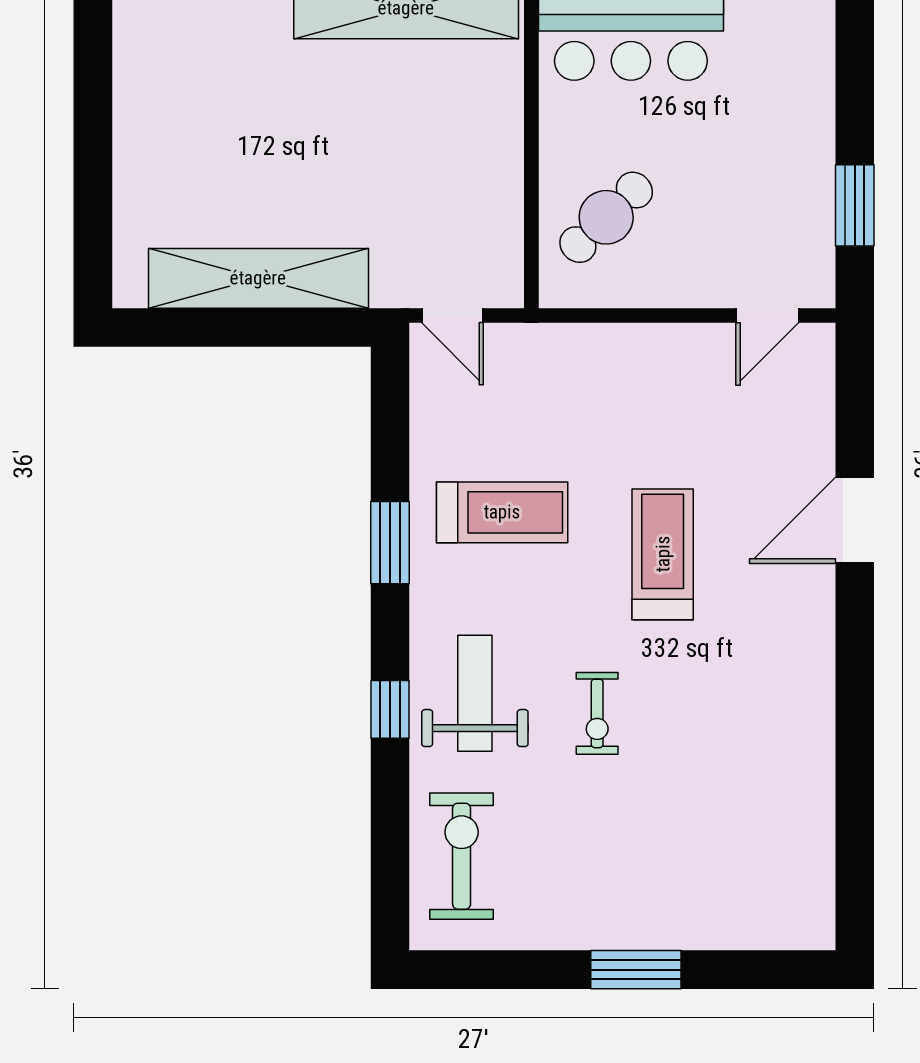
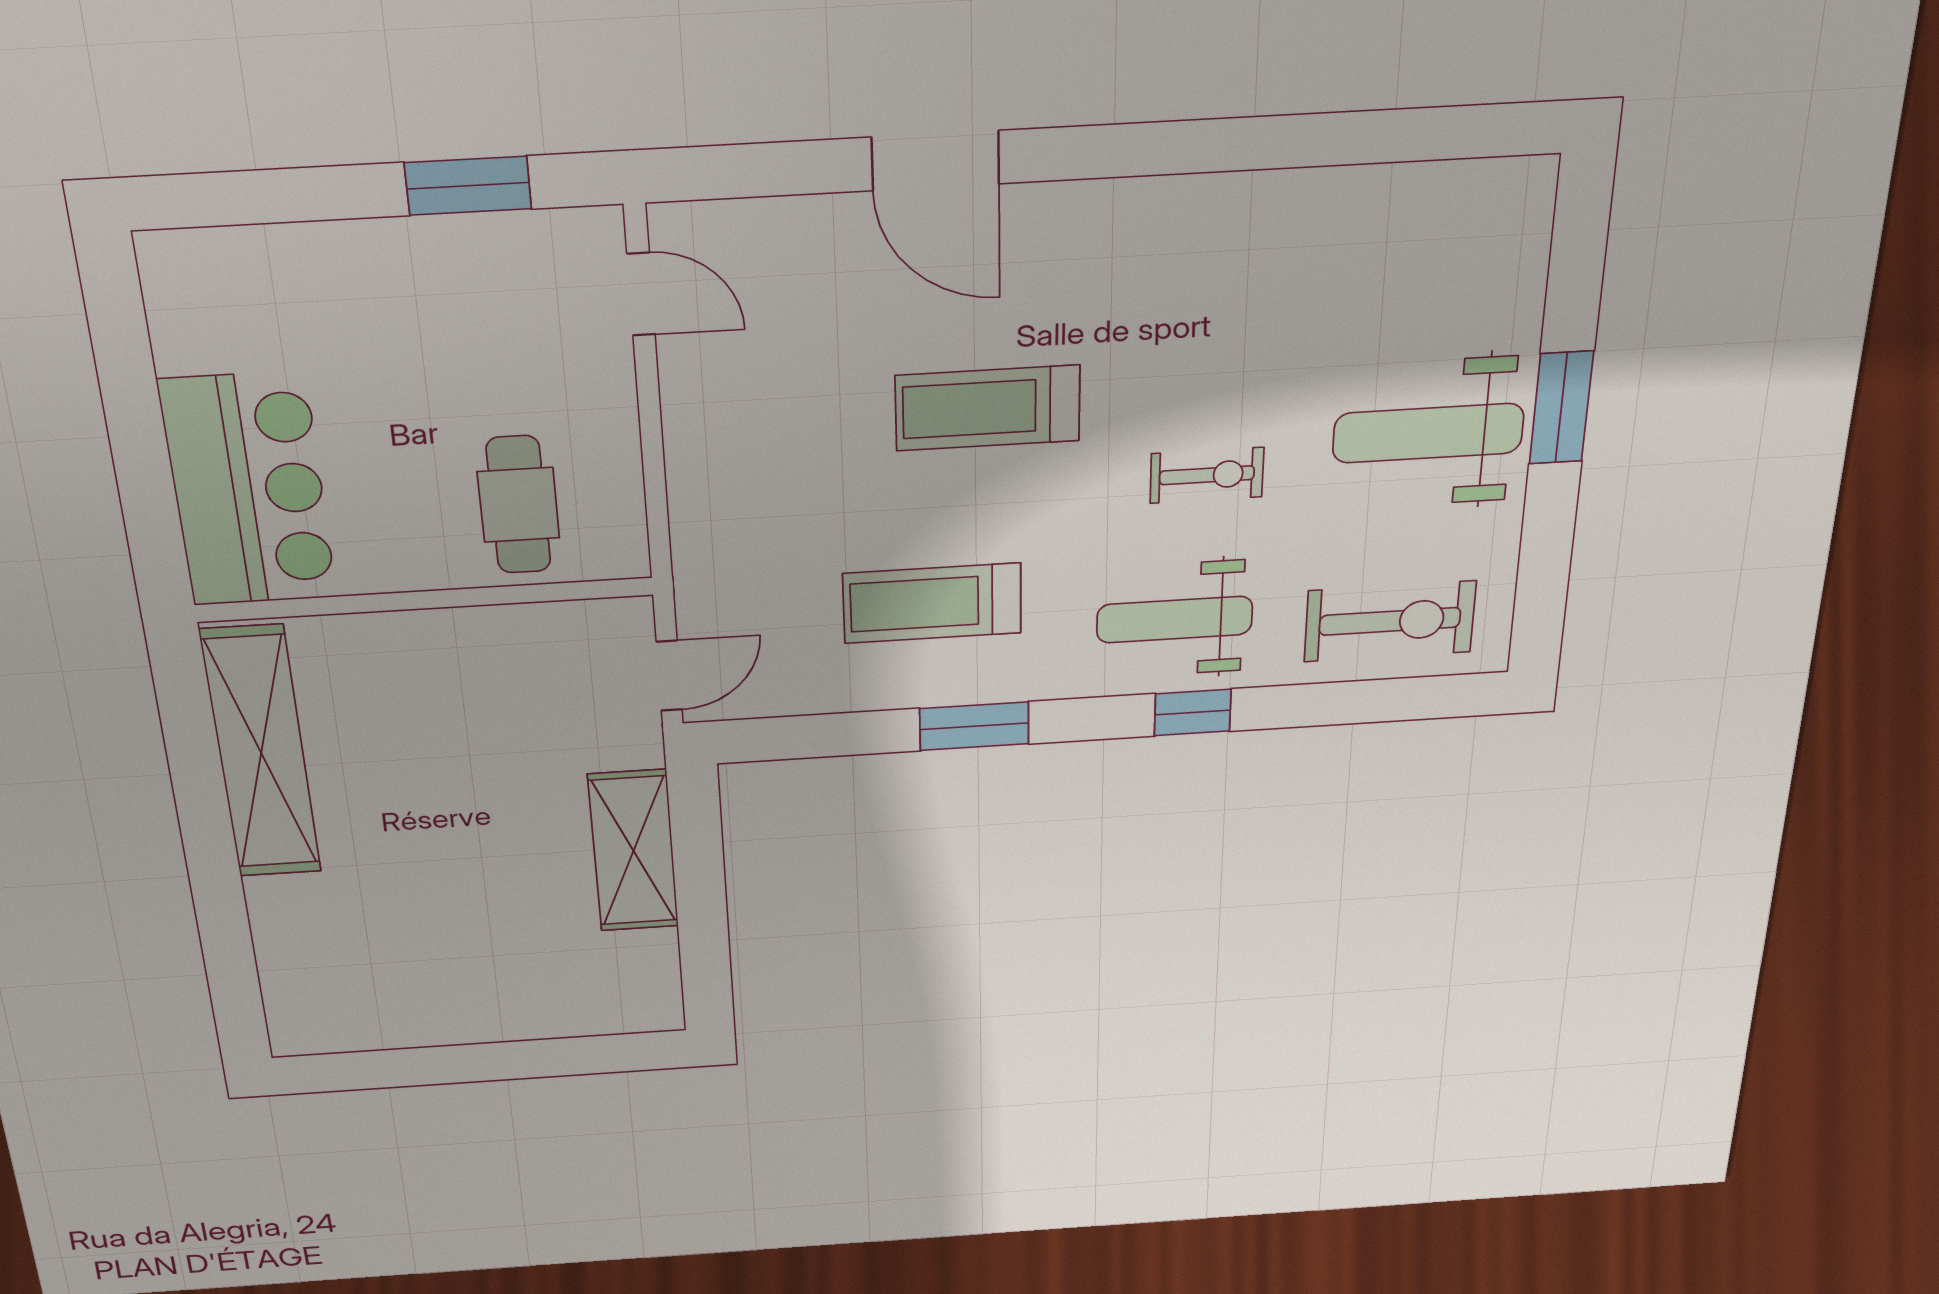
cafe table: (606, 217) -> (518, 505), turned 44
shelving: (258, 278) -> (634, 851), width x0.68
treadmill: (502, 512) -> (932, 603), turned -90
exercise bike: (462, 856) -> (1390, 621), turned 180
weight bench: (621, 874) -> (1428, 433), added

